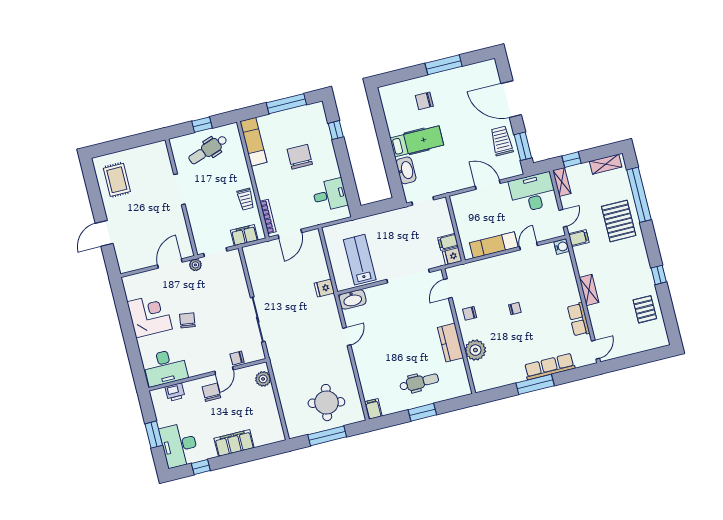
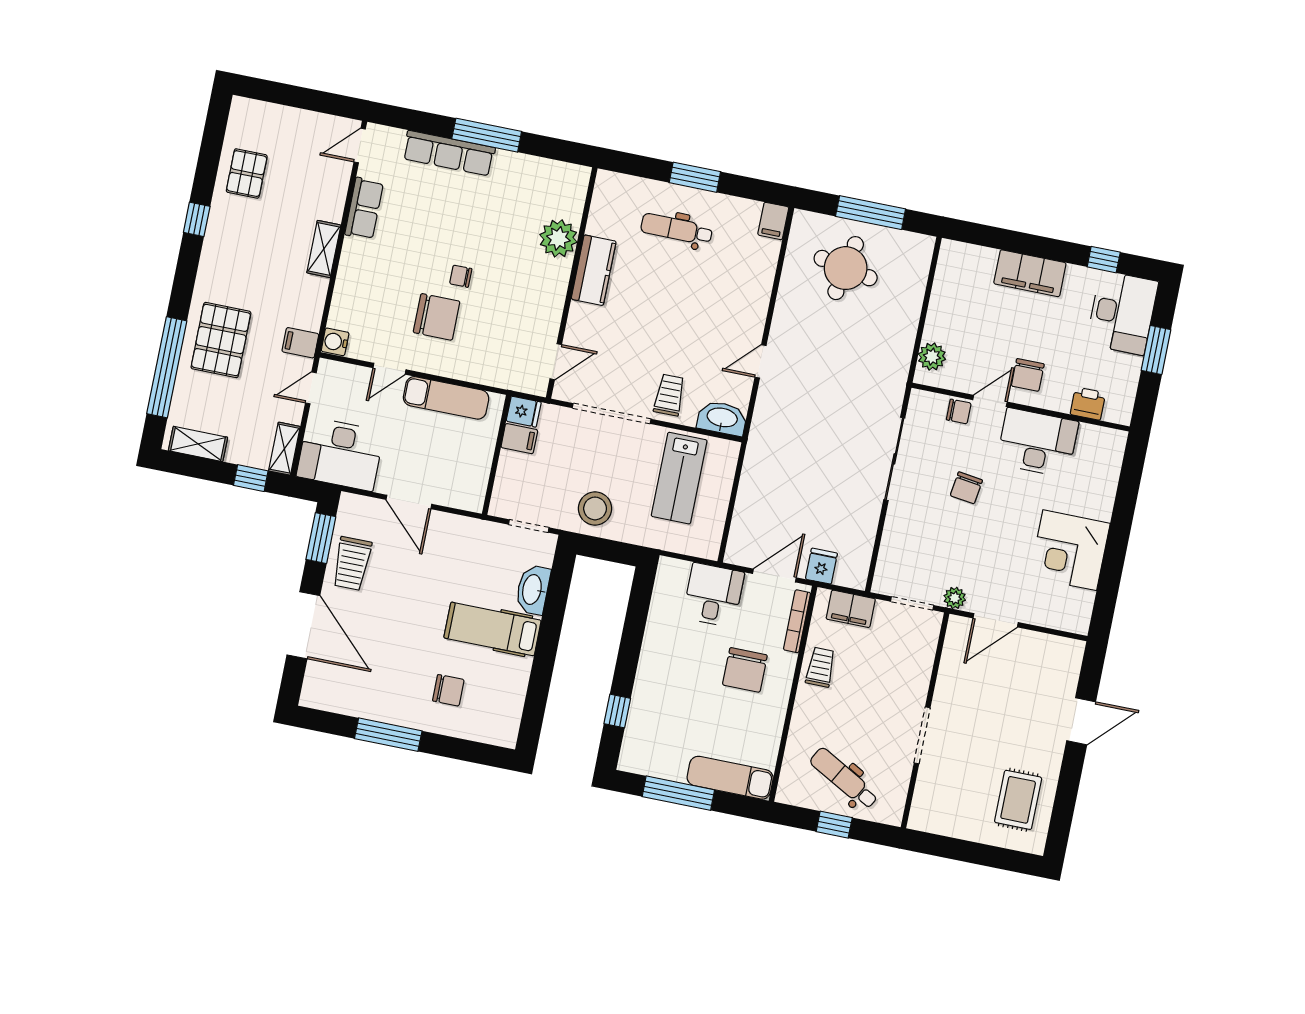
exam couch: (253, 142) -> (730, 778), moved, turned 90
dental chair: (208, 150) -> (844, 778), turned -132
chair: (300, 157) -> (745, 670), moved
desk: (330, 195) -> (713, 595), moved, turned 90
stool: (394, 225) -> (595, 508), added
fridge: (324, 288) -> (821, 566), moved, turned -90
trolley: (384, 299) -> (669, 395), added
chair: (470, 313) -> (437, 317), moved, width x1.87, depth x1.87
chair: (187, 320) -> (966, 488), moved
desk: (165, 367) -> (1037, 443), moved

